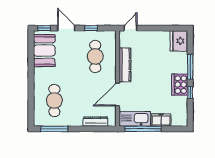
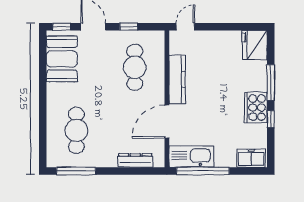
freezer: (161, 120) -> (251, 158), moved

